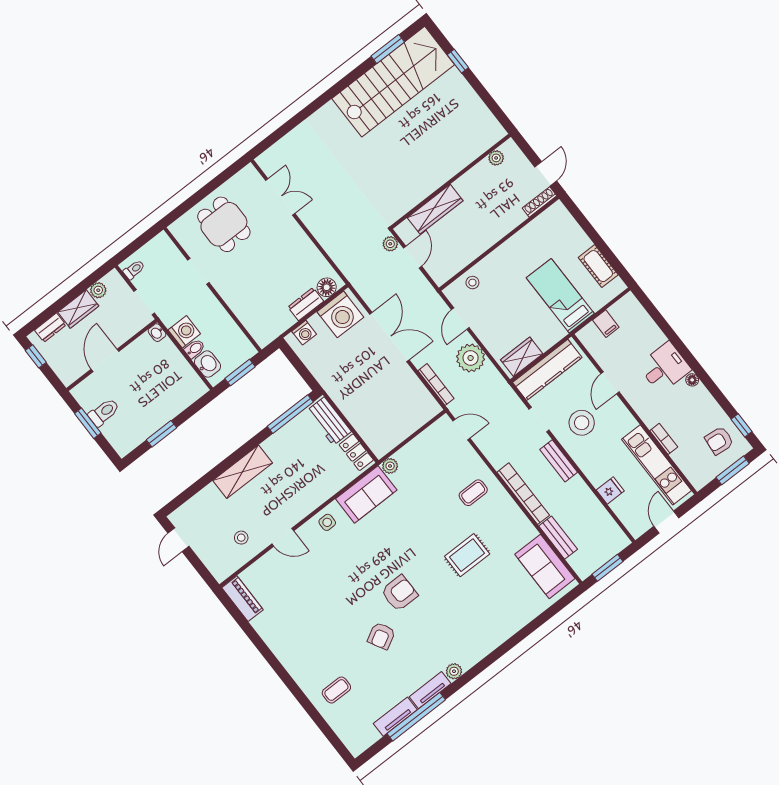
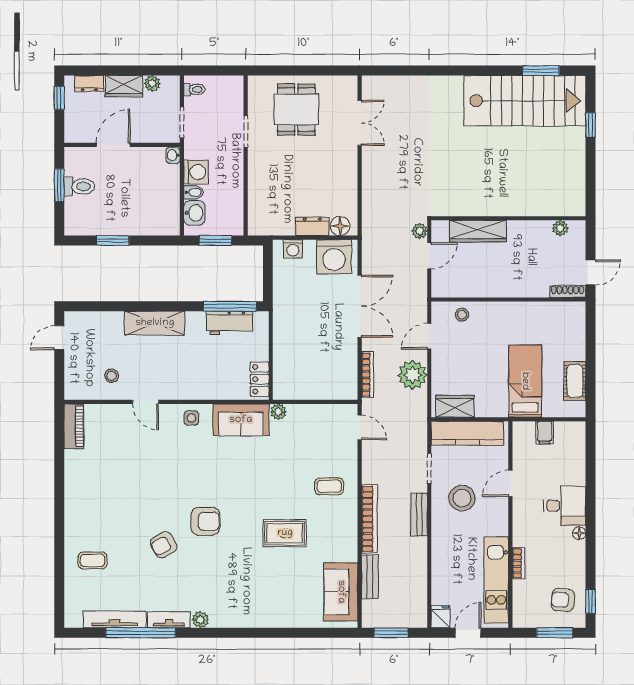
workbench: (329, 421) -> (229, 323), moved, turned -90
fridge: (610, 491) -> (440, 617), moved, turned -90
tv unit: (395, 717) -> (115, 619), width x1.41

